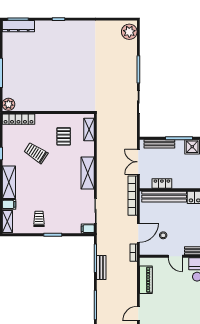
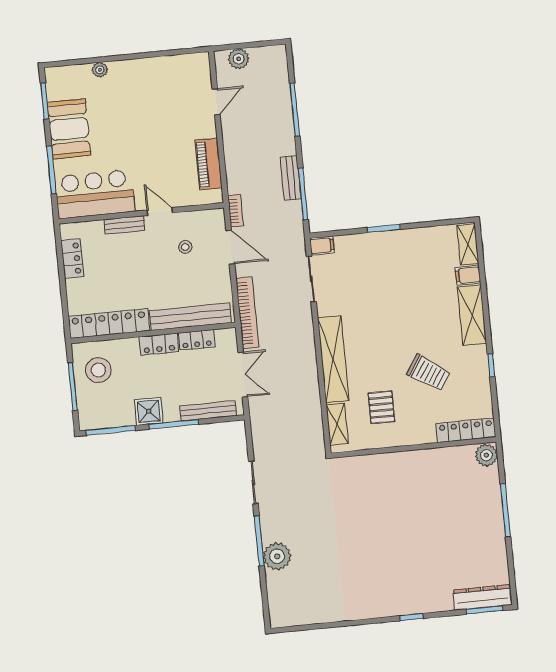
plant: (129, 32) -> (277, 556), moved
shelving: (88, 173) -> (333, 359), width x1.47
locker: (183, 183) -> (159, 344), added
trolley: (39, 219) -> (411, 255), removed
door: (138, 233) -> (230, 247), swing flipped

